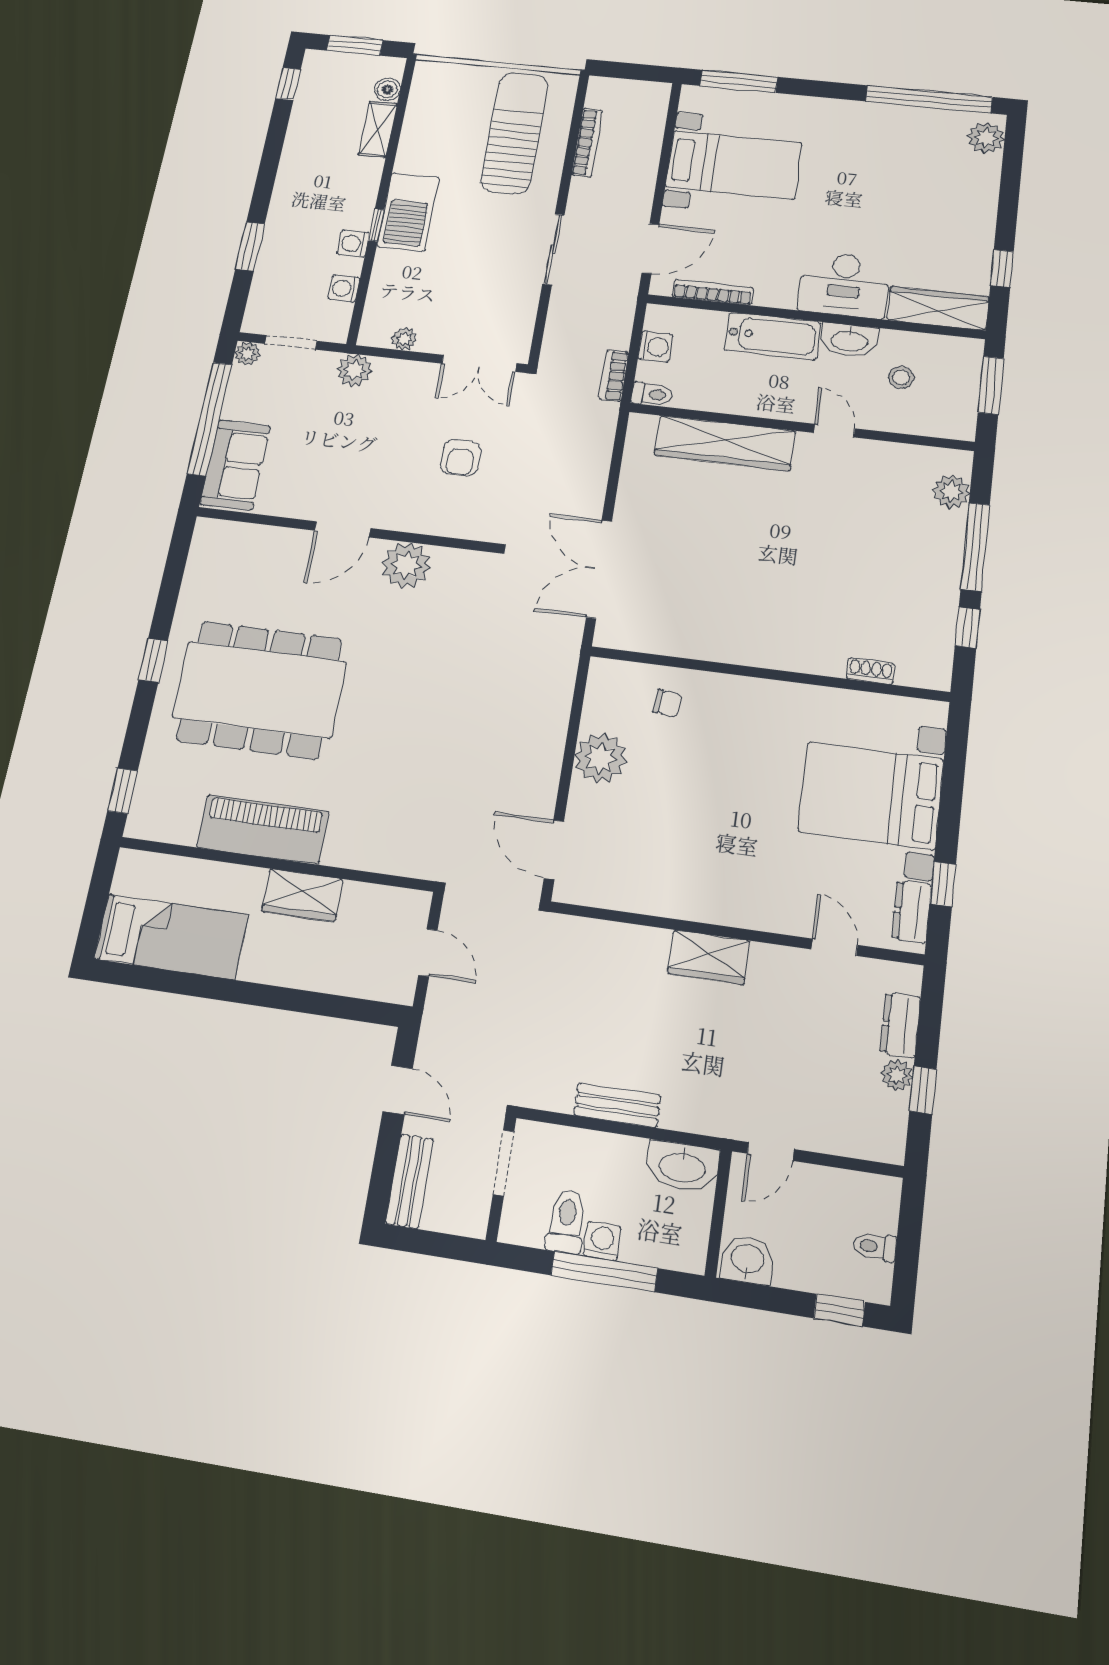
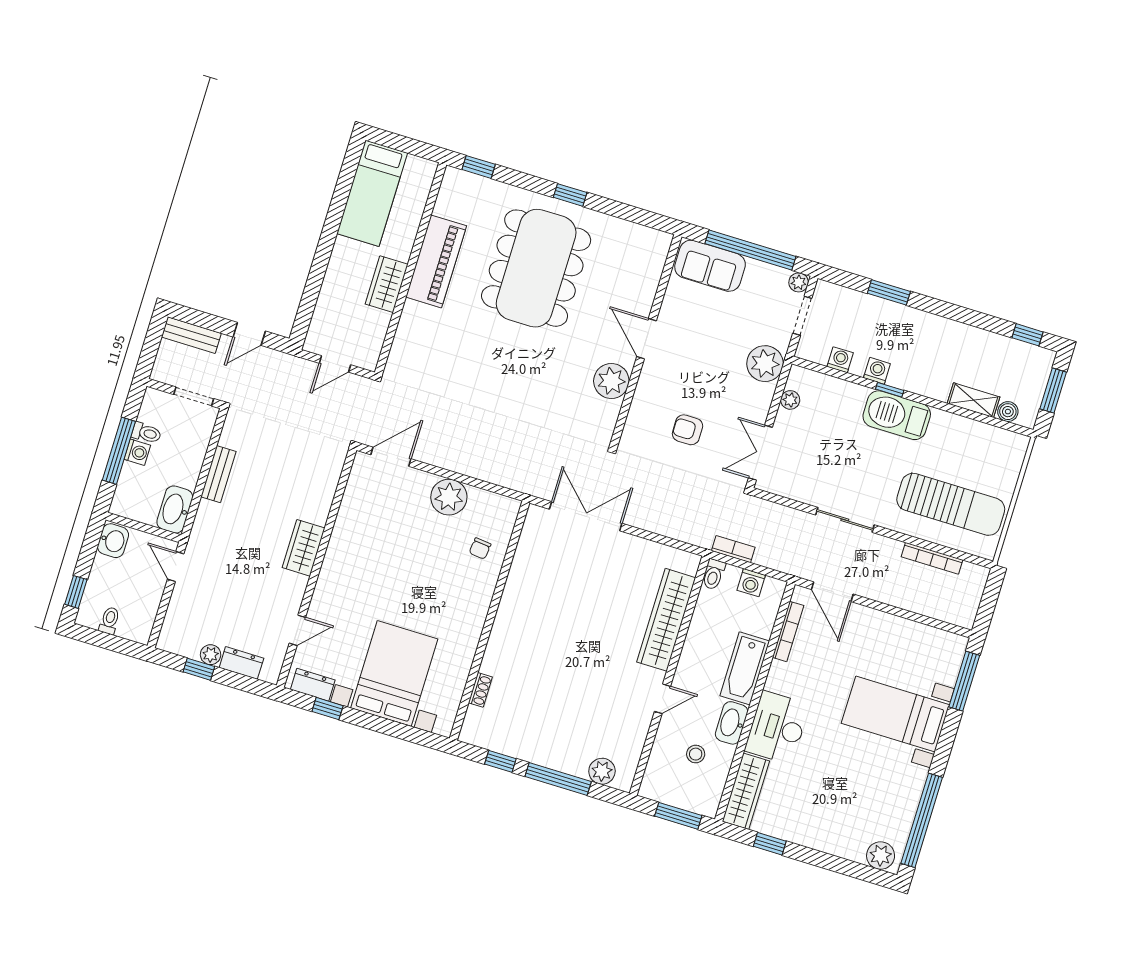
bed with nightstands: (734, 165) -> (895, 714), moved, turned 90
plant: (354, 370) -> (765, 364), width x1.36, depth x1.36
toilet: (566, 1221) -> (146, 433), width x0.73, depth x0.72

